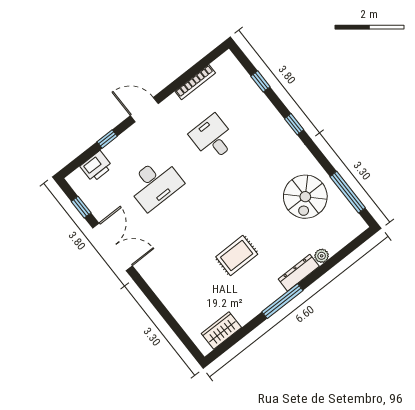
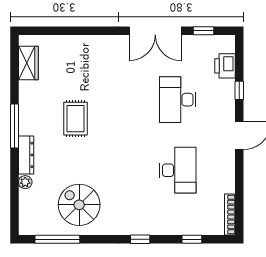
bookcase: (195, 82) -> (230, 215), moved
desk: (213, 138) -> (178, 170), width x1.37

